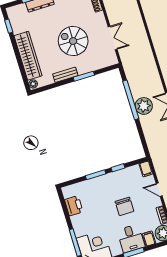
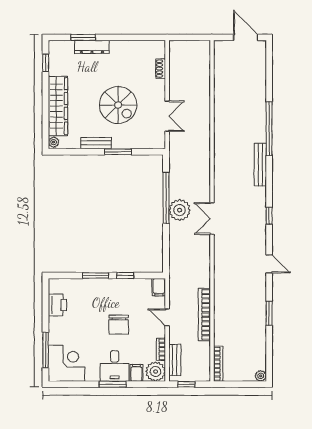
spiral stairs: (73, 41) -> (118, 105), turned 180

